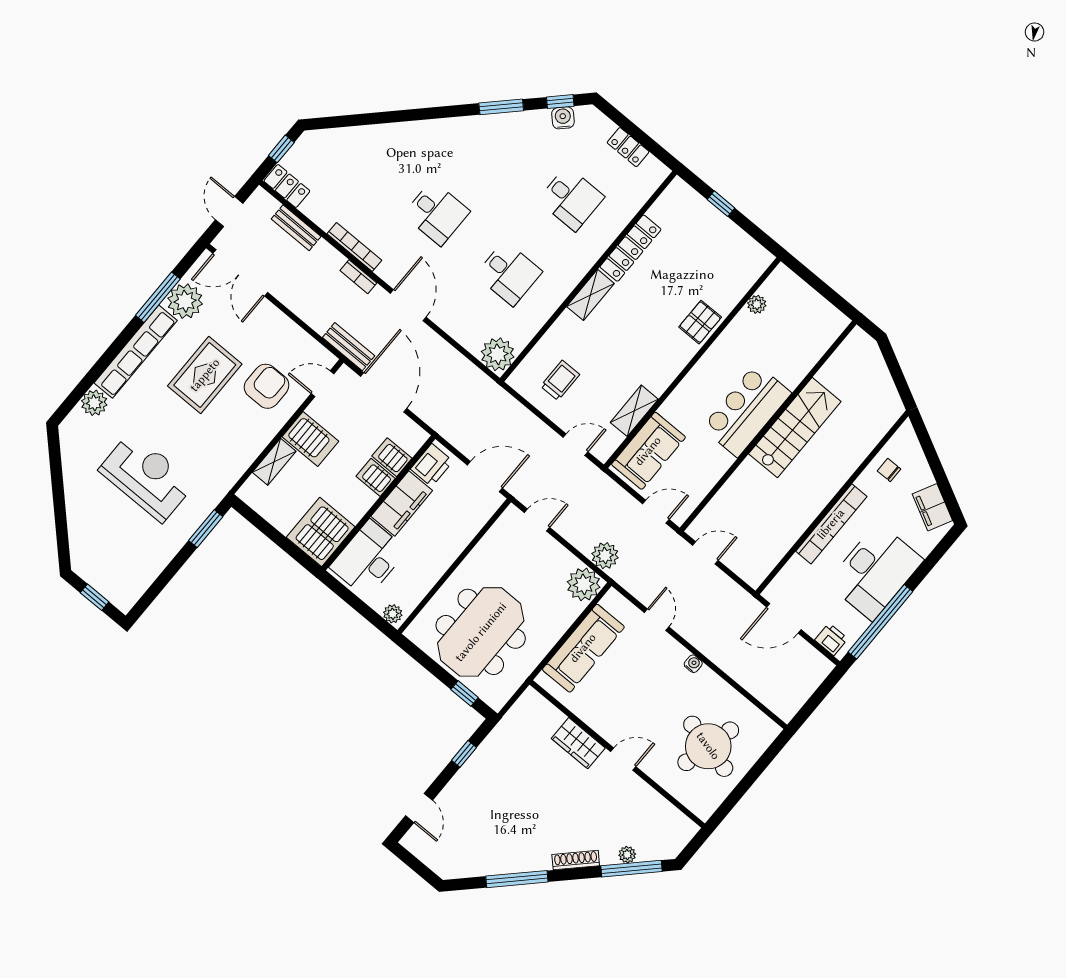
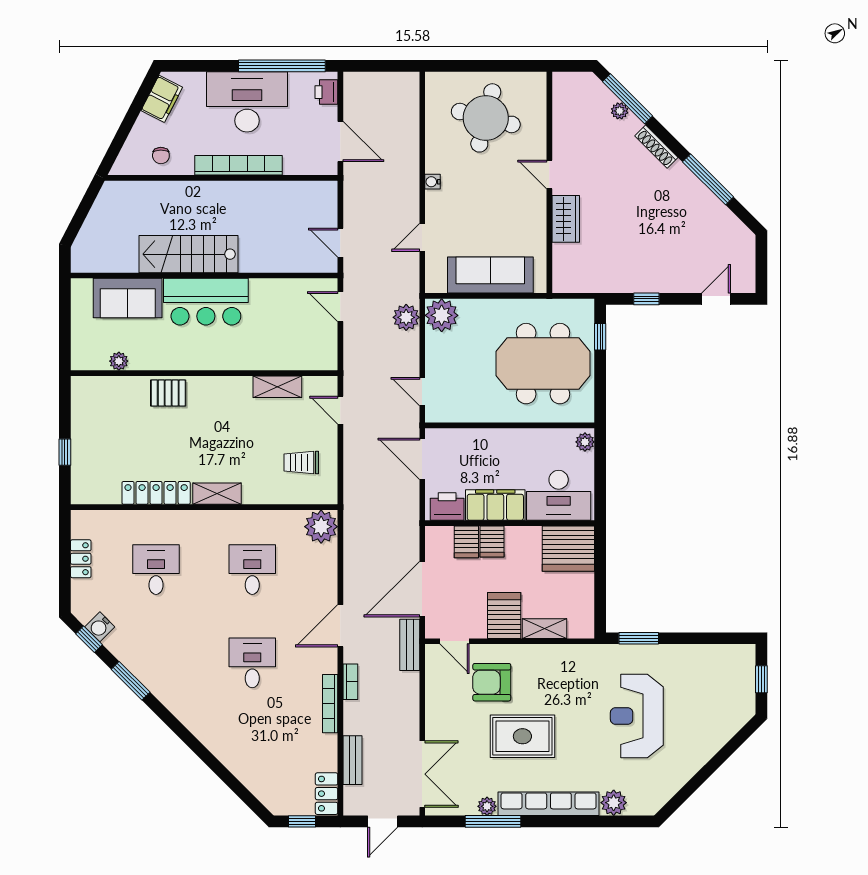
plant: (185, 301) -> (487, 806), width x0.53, depth x0.53
sofa: (648, 451) -> (128, 298), moved, turned 180

